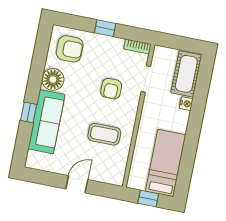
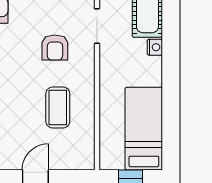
coffee table: (104, 134) -> (58, 108), turned 90

